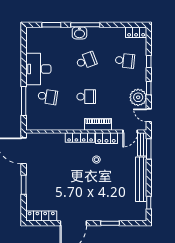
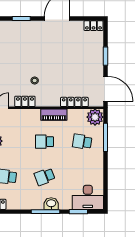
desk: (38, 69) -> (88, 197), moved, turned 90
plant: (34, 122) -> (95, 117), added
piano: (98, 124) -> (54, 115), moved
locker: (80, 137) -> (74, 102), moved
locker: (41, 216) -> (93, 26), width x0.66

